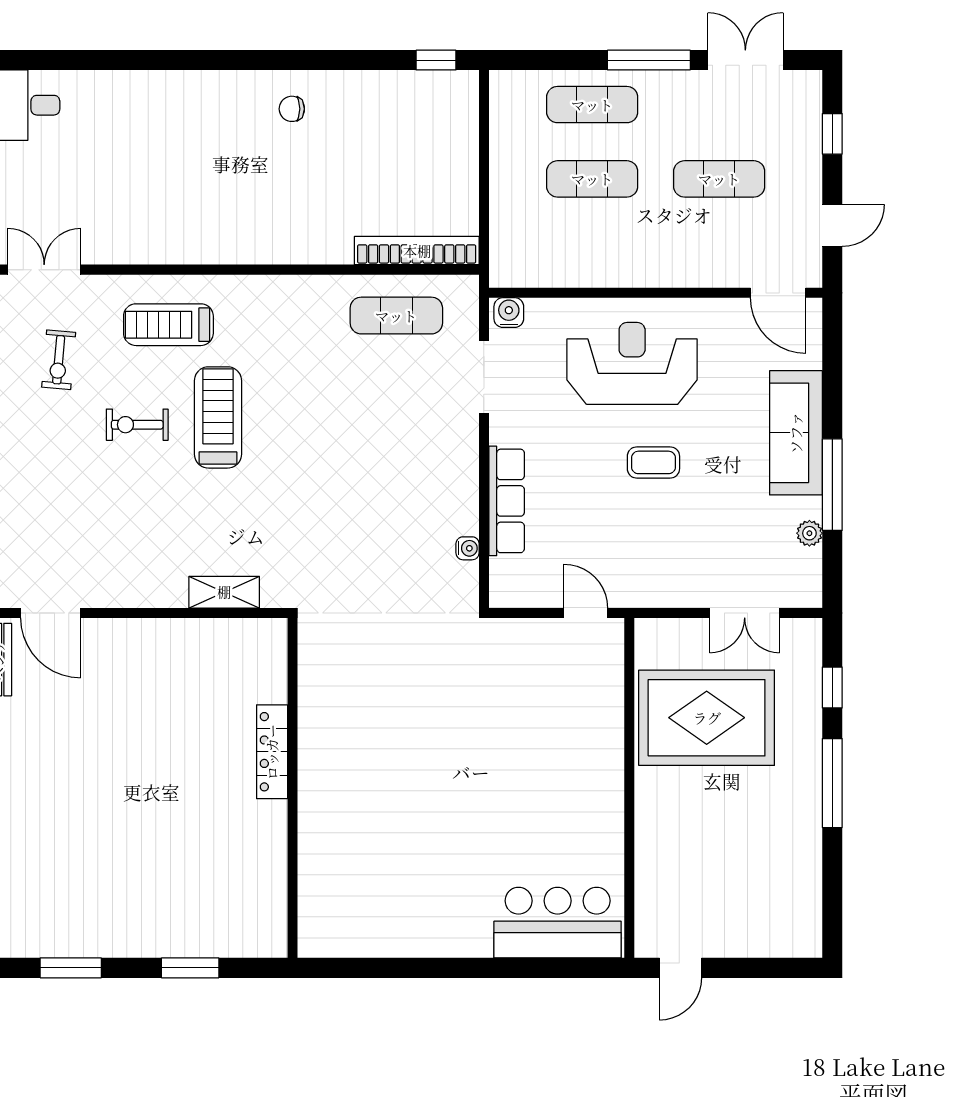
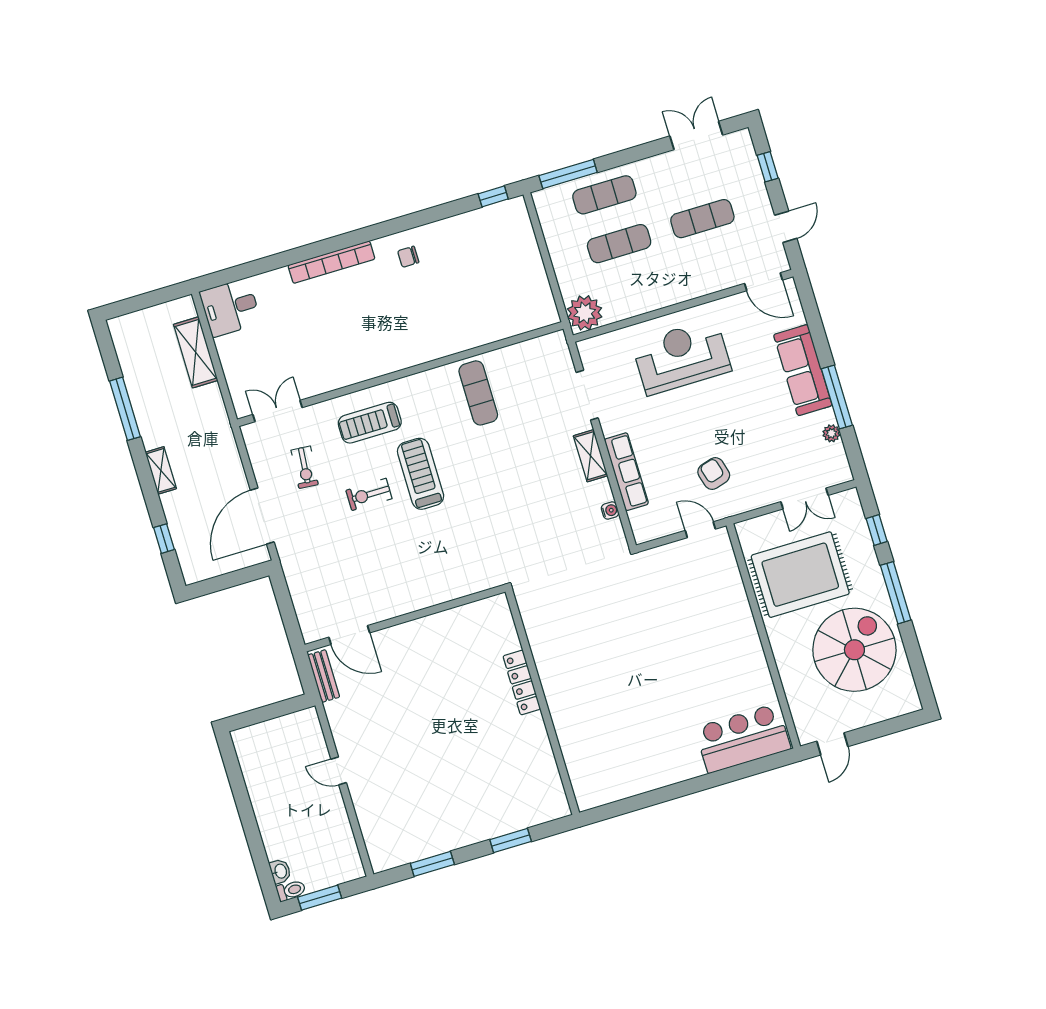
window: (649, 60) -> (568, 174), moved
bookcase: (417, 251) -> (331, 262), moved, turned 180
plant: (515, 261) -> (585, 313), added
water cooler: (509, 313) -> (591, 348), removed
exercise mat: (396, 316) -> (478, 393), moved, turned 90
coffee table: (653, 462) -> (715, 418), removed
armchair: (628, 540) -> (714, 474), added
shelving: (224, 592) -> (590, 456), moved, turned 90
spiral stairs: (751, 846) -> (854, 650), added

